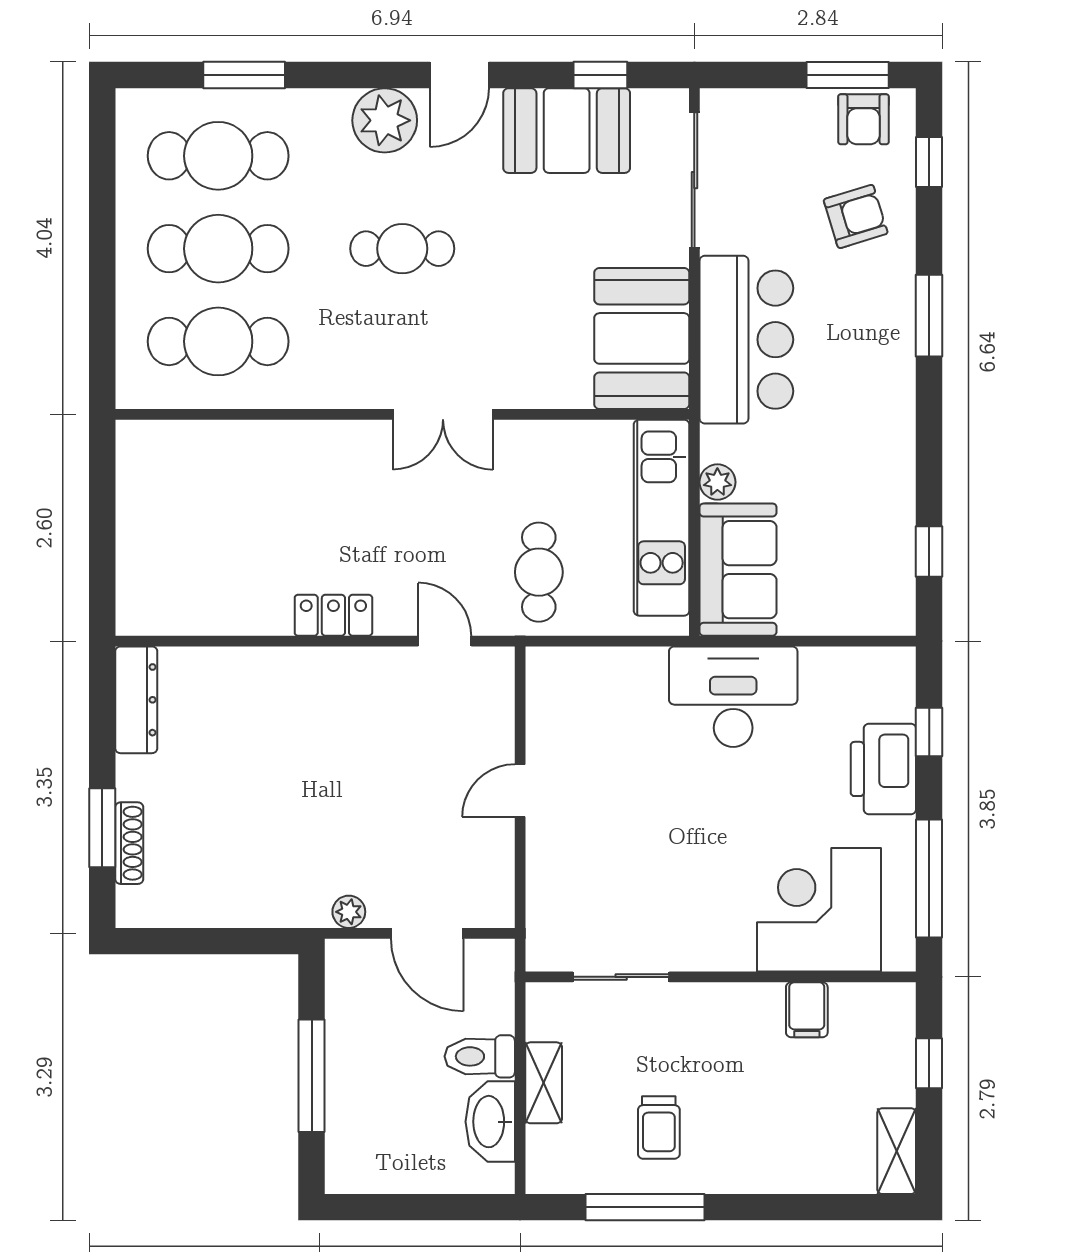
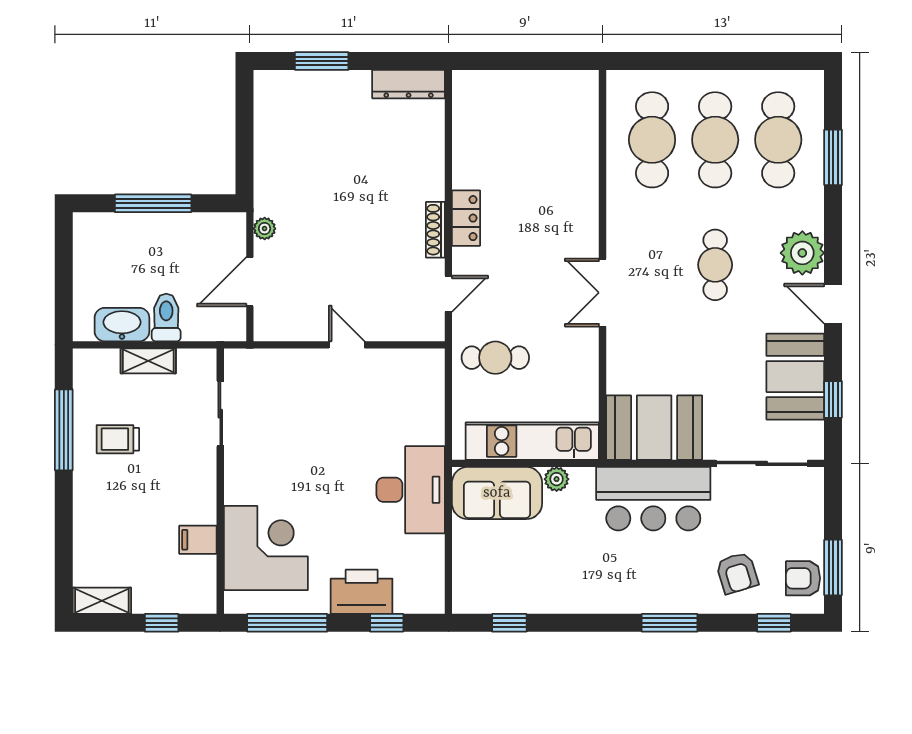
shoe rack: (129, 843) -> (435, 230), moved, turned 90

